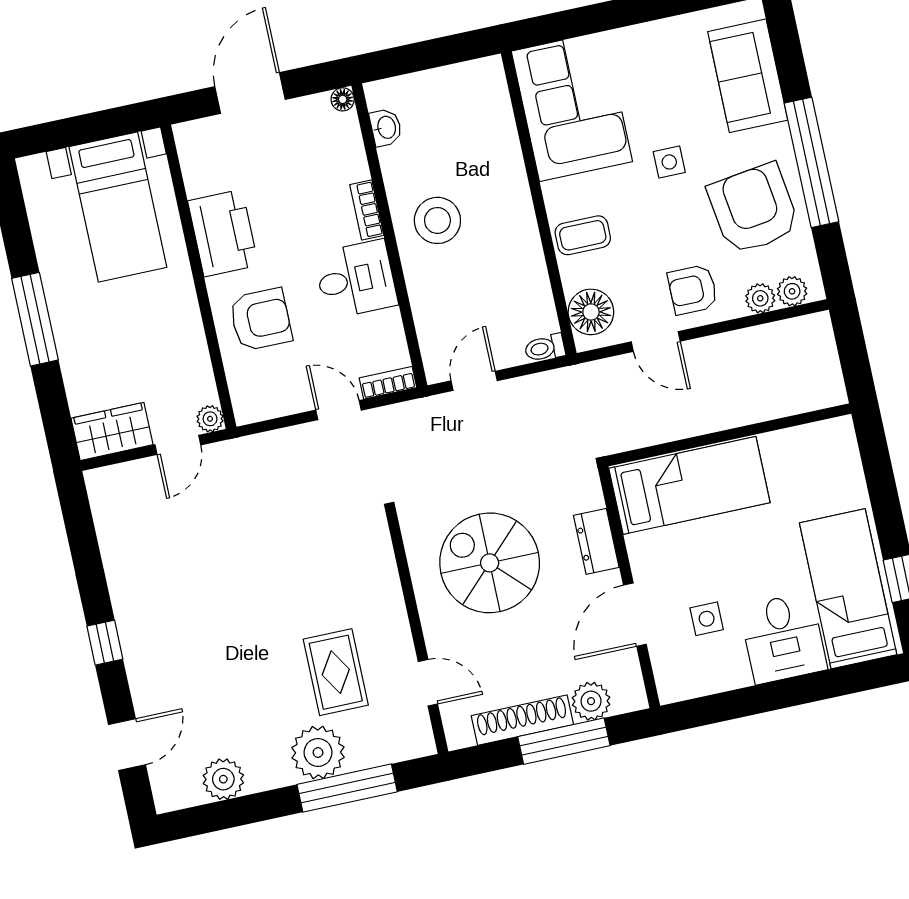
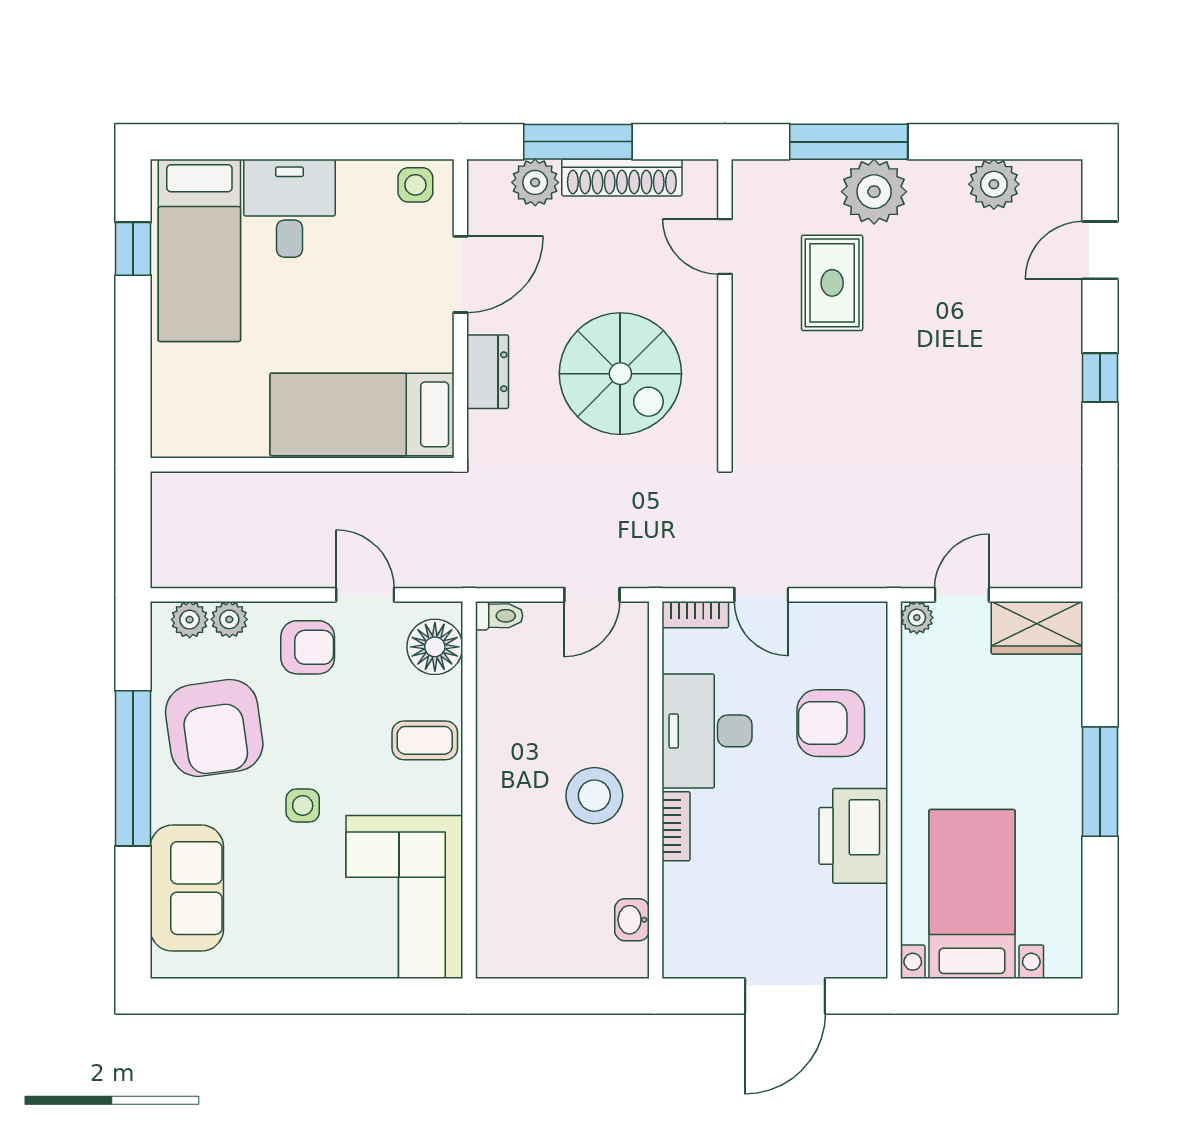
floor lamp: (343, 99) -> (676, 964), removed
desk: (356, 279) -> (707, 731), width x1.37
side table: (707, 619) -> (415, 185), moved

